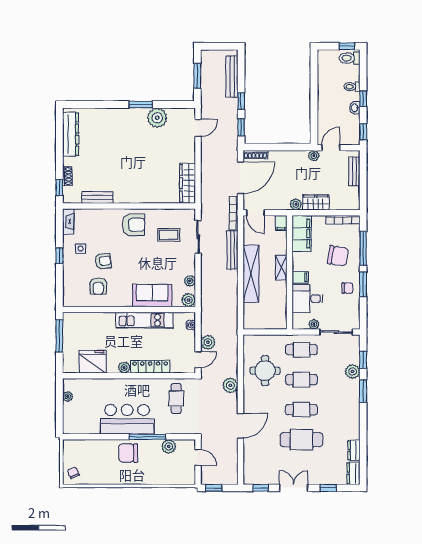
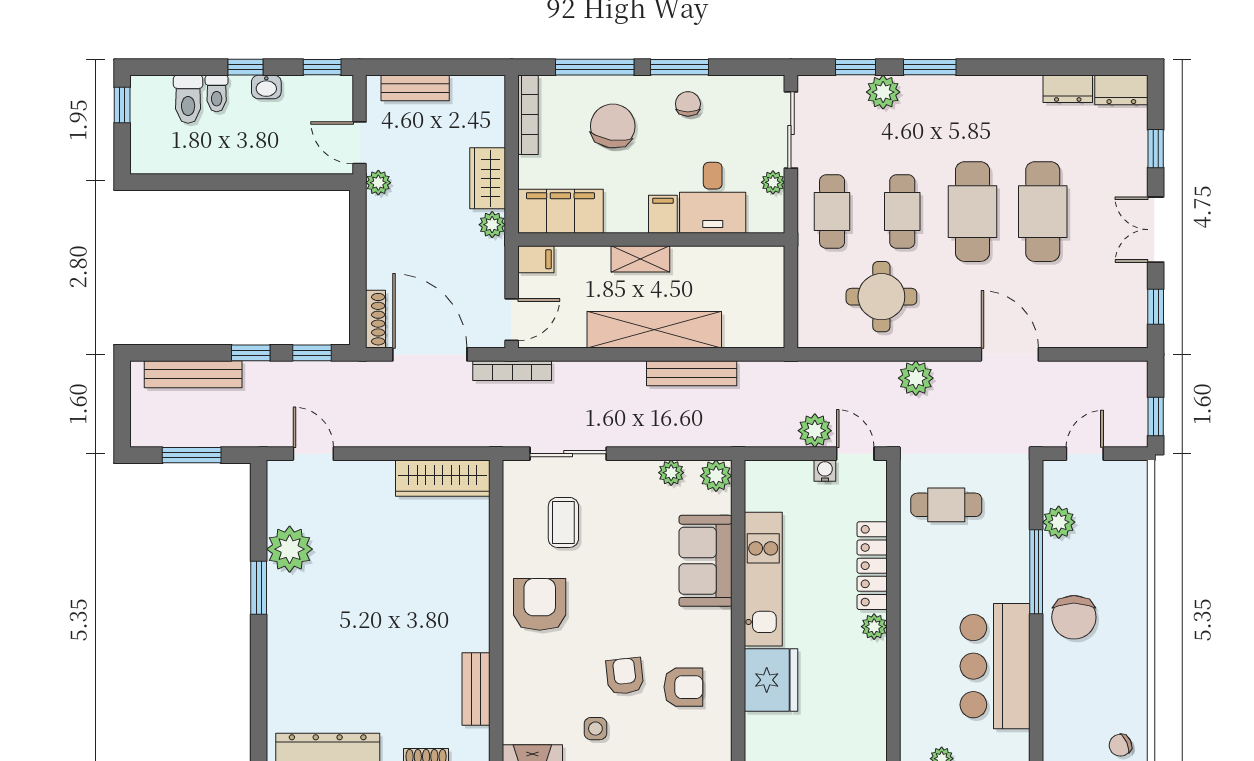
toilet: (349, 58) -> (188, 99), moved
bench: (232, 250) -> (692, 373), moved
water cooler: (191, 325) -> (825, 471), moved
fridge: (93, 362) -> (771, 680), moved, turned 180
cafe table: (301, 410) -> (973, 212), width x1.37, depth x1.35
bar counter: (127, 419) -> (995, 666), moved

